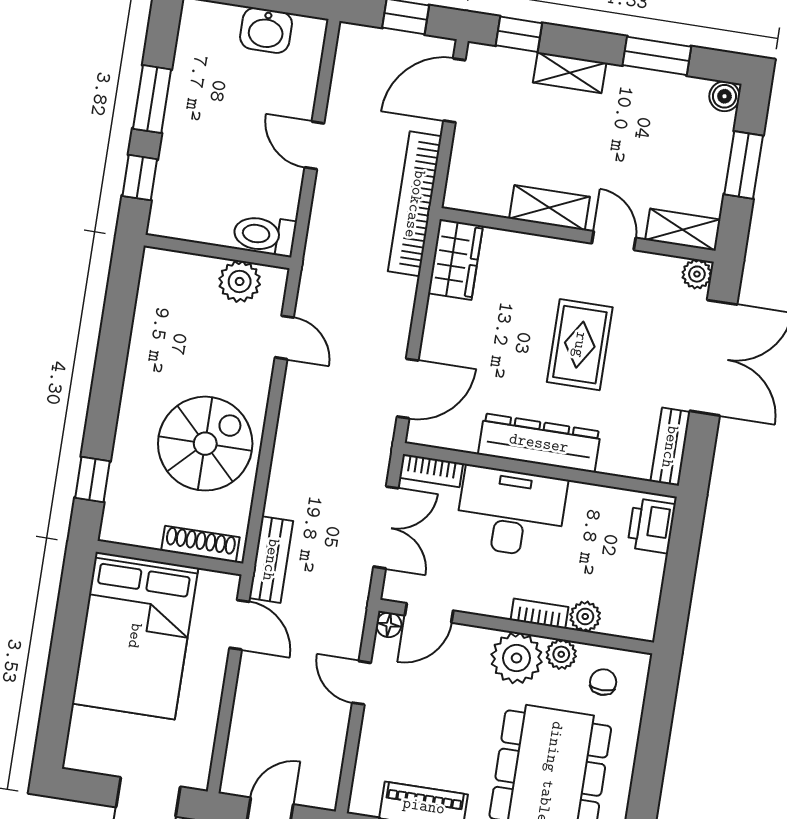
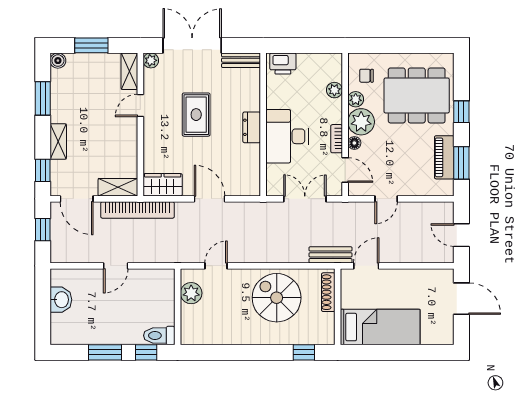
shelving: (550, 208) -> (118, 187), moved, turned 90
toilet: (264, 235) -> (159, 335), moved, turned 90
rug: (580, 345) -> (196, 115), turned 90
door: (408, 389) -> (210, 199), moved
dresser: (539, 443) -> (252, 127), width x0.51, depth x0.80
bookcase: (431, 471) -> (272, 180), removed
bookcase: (539, 614) -> (337, 139), moved
floor lamp: (389, 625) -> (354, 143), moved
bed: (135, 636) -> (380, 327), width x0.67

